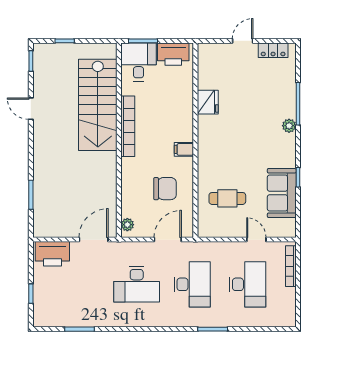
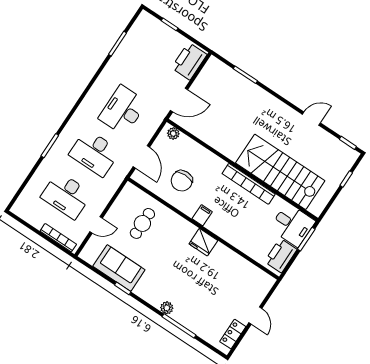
fridge: (208, 102) -> (203, 242), moved
door: (94, 240) -> (179, 100), hinge flipped

